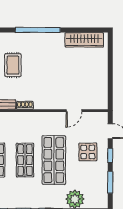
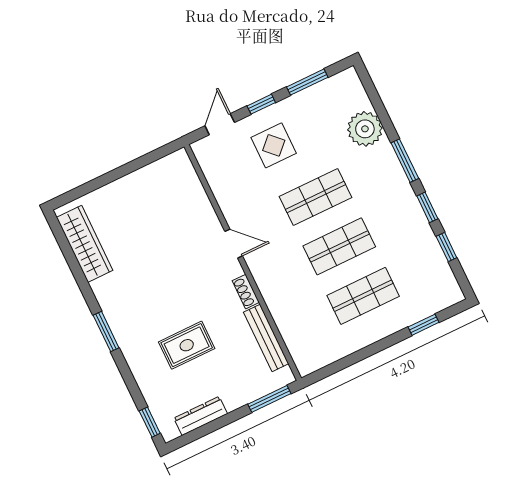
window: (38, 30) -> (106, 332), width x0.47
door: (74, 111) -> (234, 244), moved
shop shelf: (54, 160) -> (315, 197), width x0.70, depth x0.74

